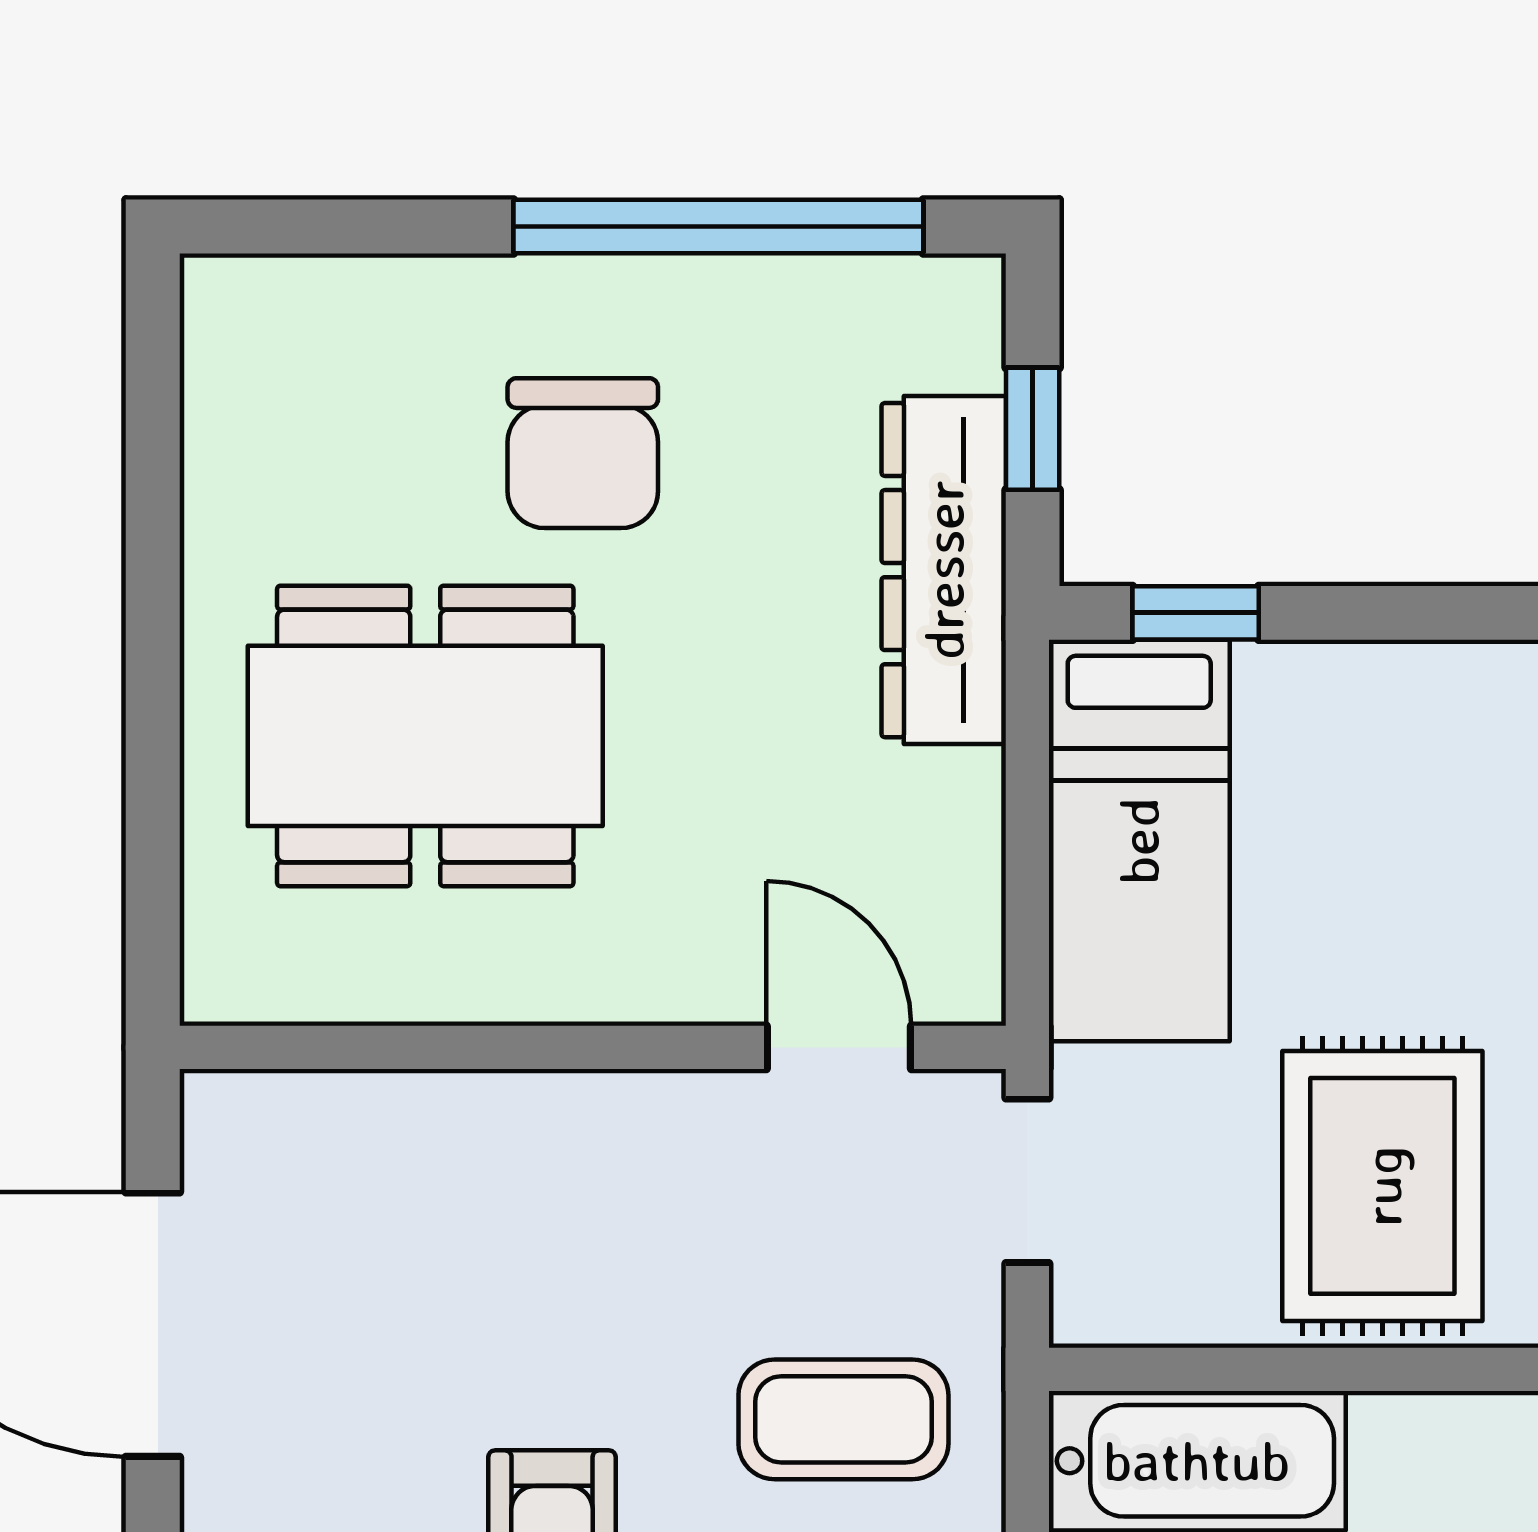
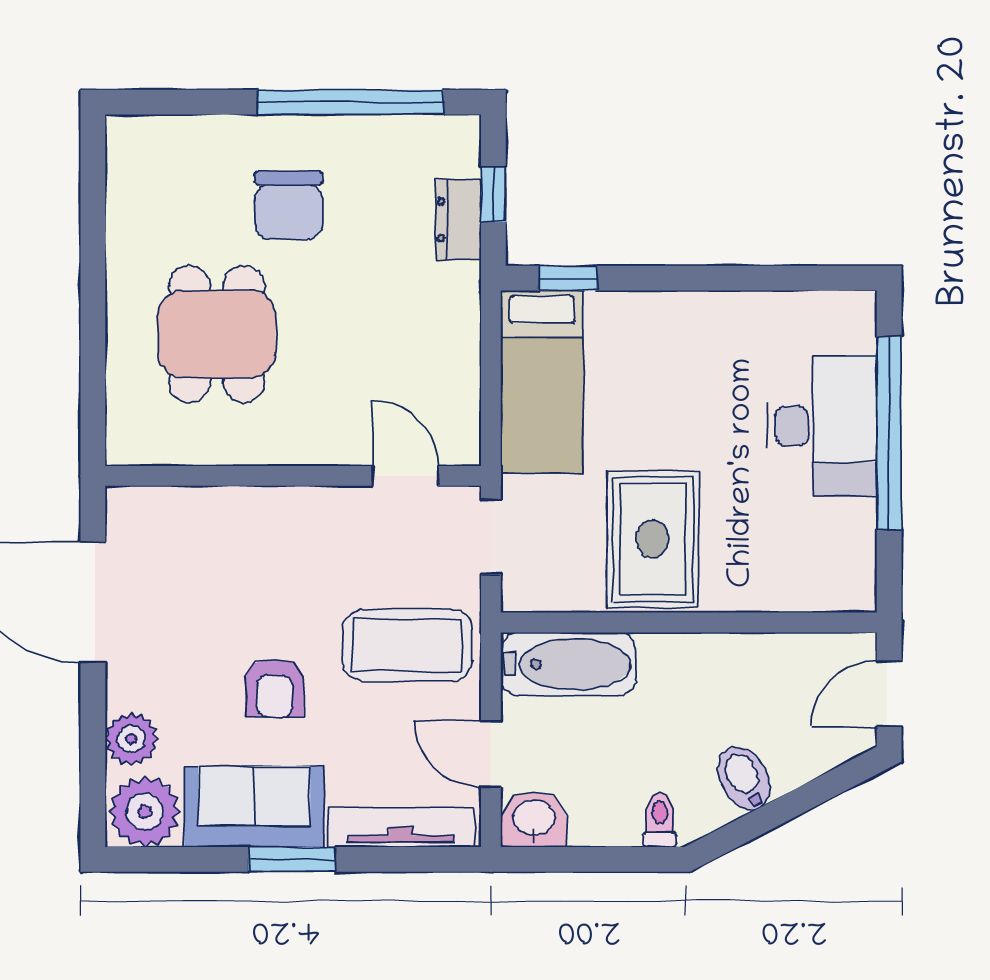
dresser: (944, 570) -> (458, 220), width x0.51, depth x0.80
dining table: (425, 736) -> (217, 334), width x0.73
coffee table: (843, 1419) -> (407, 645), width x1.36, depth x1.32

